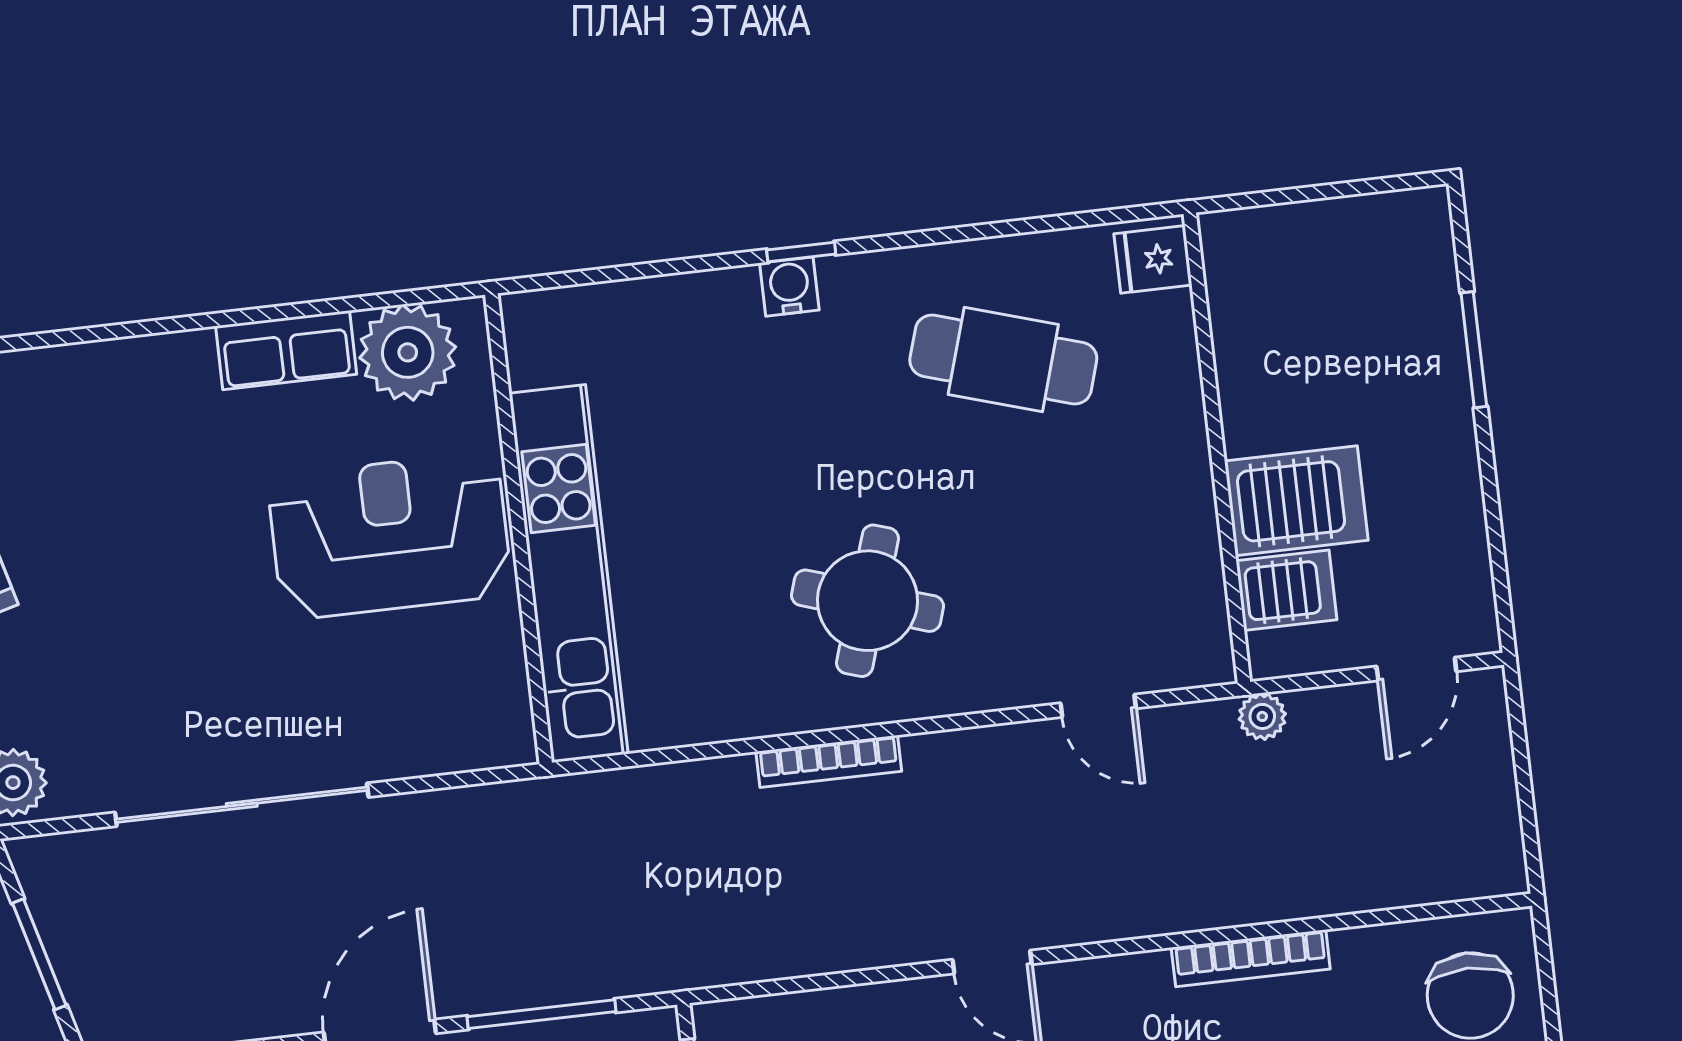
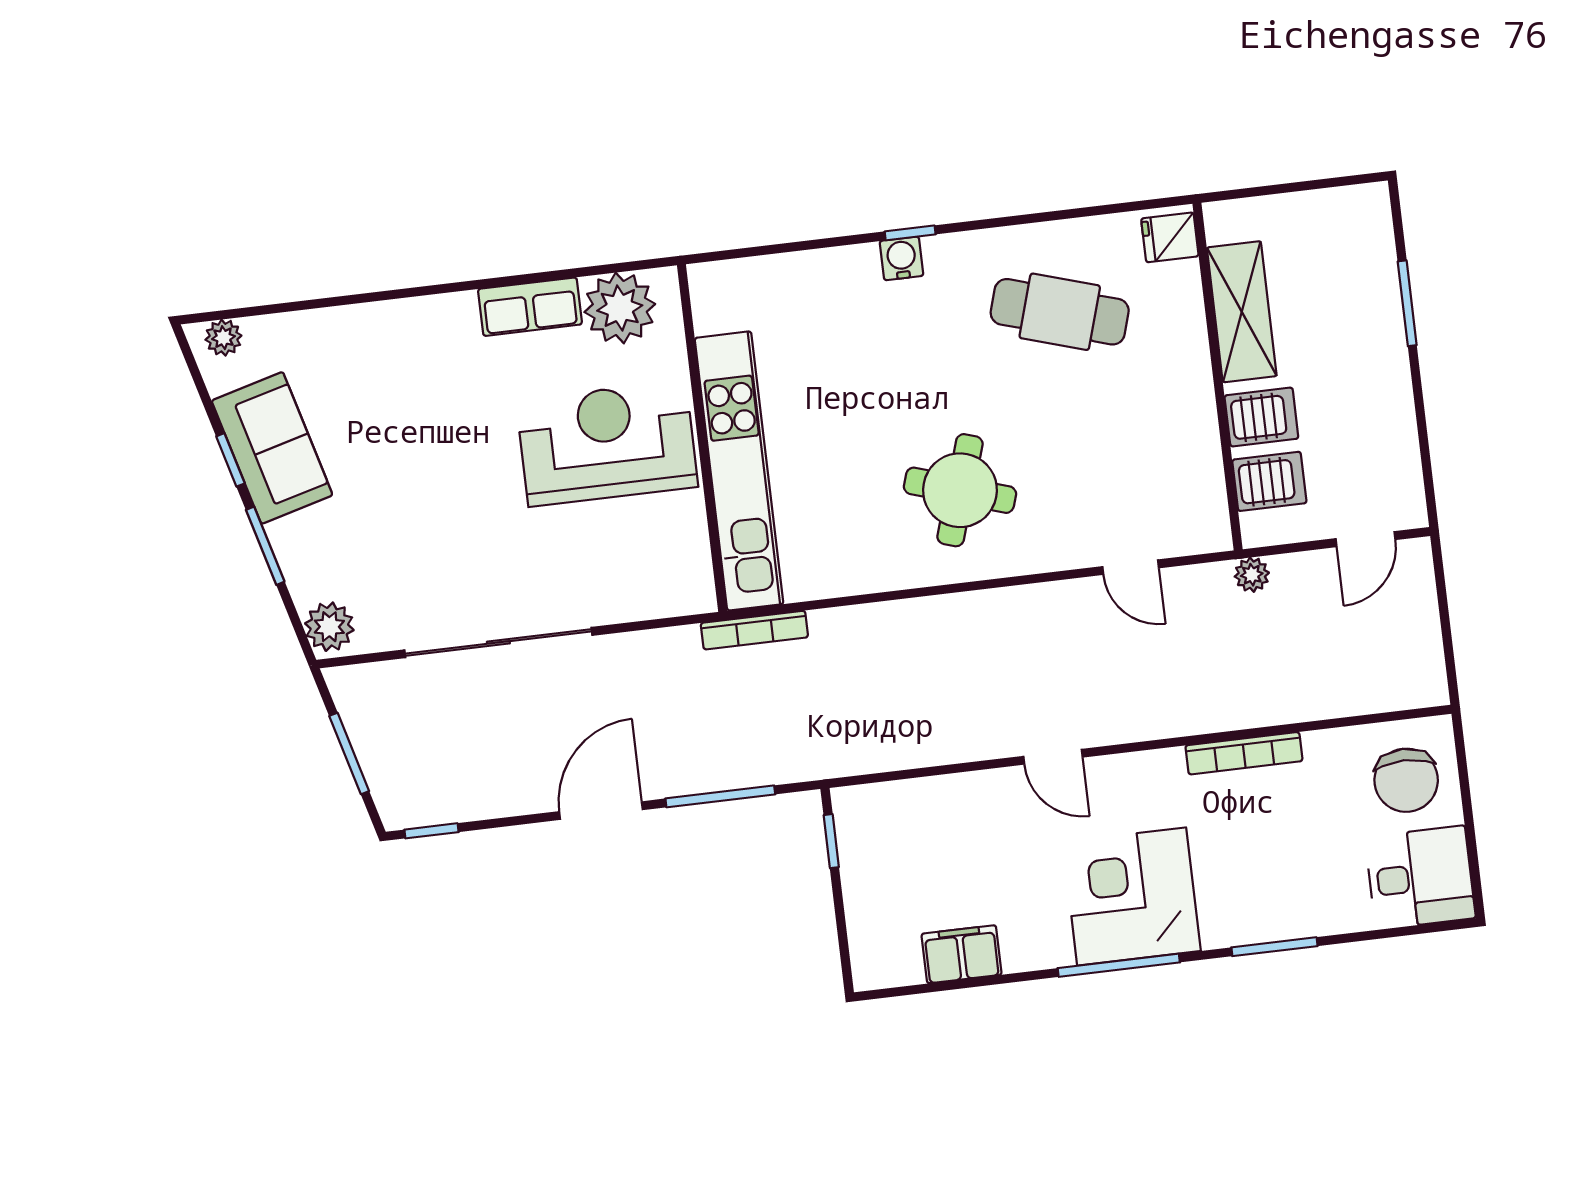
shelving: (1250, 360) -> (1242, 312), added
server rack: (1296, 501) -> (1261, 417), width x0.73, depth x0.70
bookcase: (829, 761) -> (754, 630), moved

